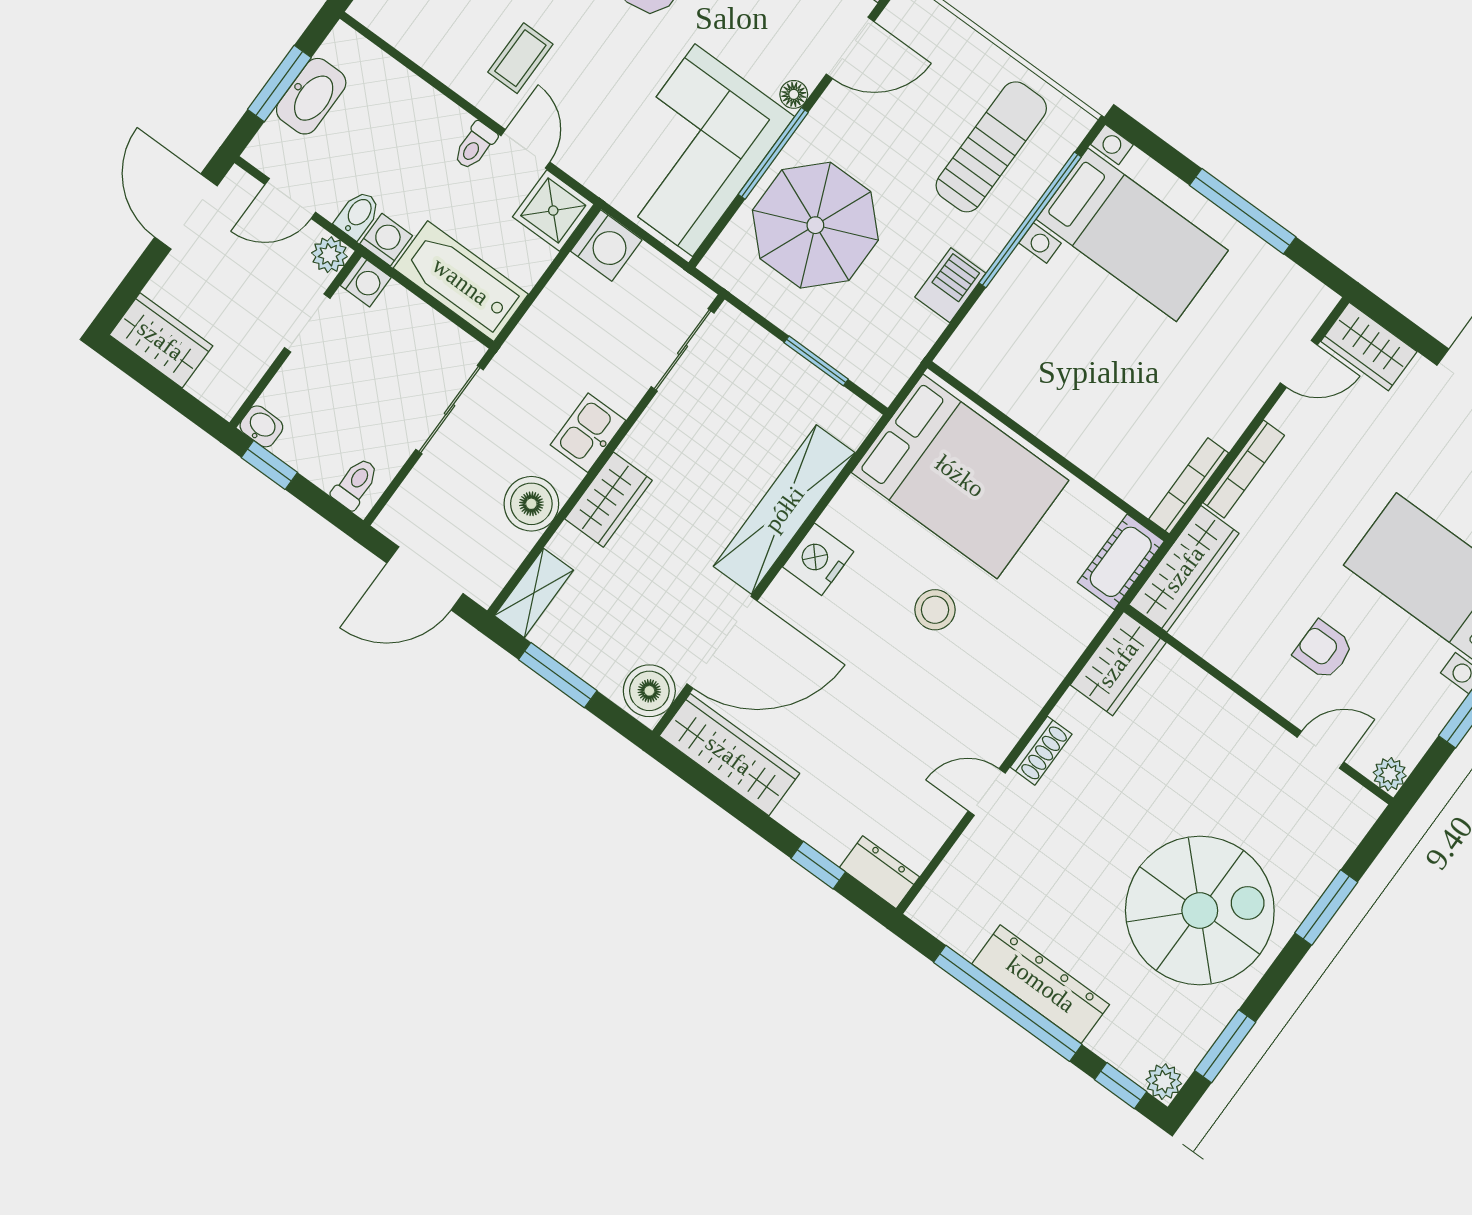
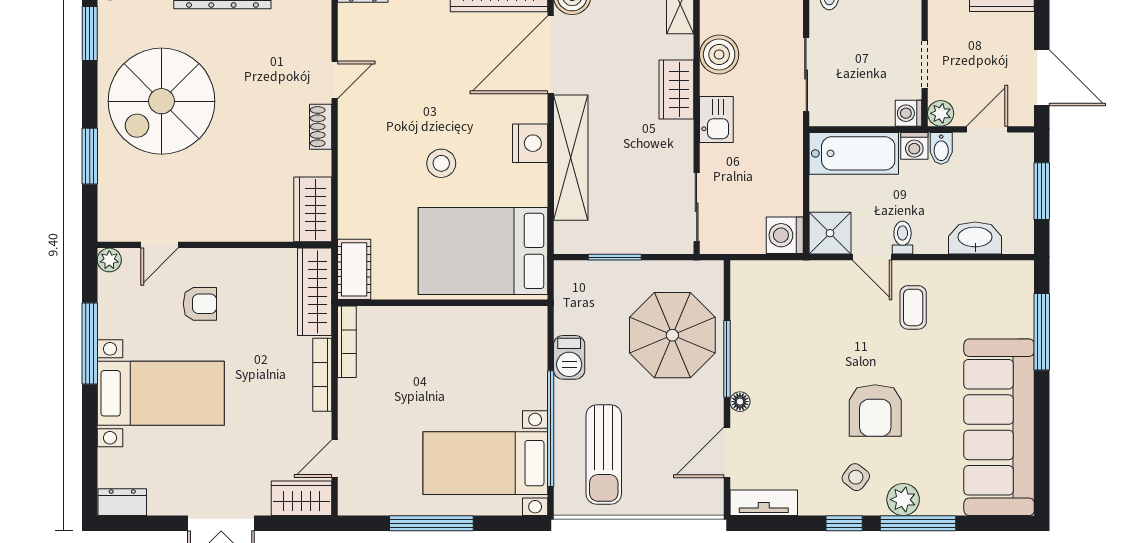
washbasin: (311, 96) -> (975, 238), moved, turned 90
corner sofa: (694, 150) -> (774, 327), removed

